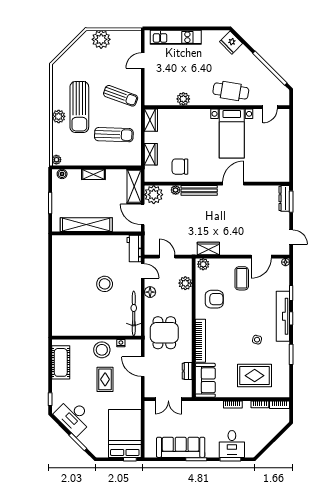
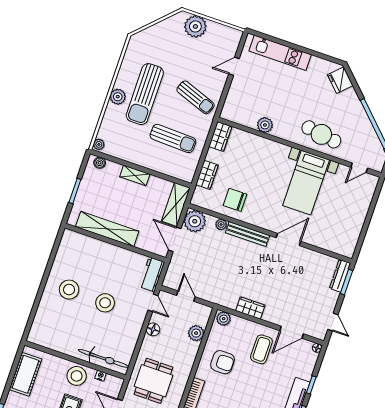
wardrobe: (208, 248) -> (250, 308), moved
stool: (72, 283) -> (69, 290), added
bicycle: (134, 313) -> (104, 358), moved, turned 90

